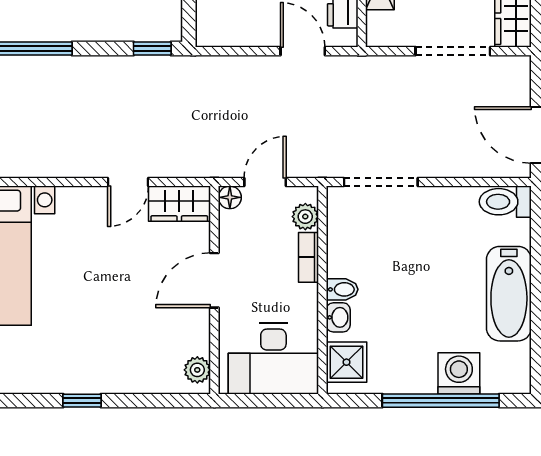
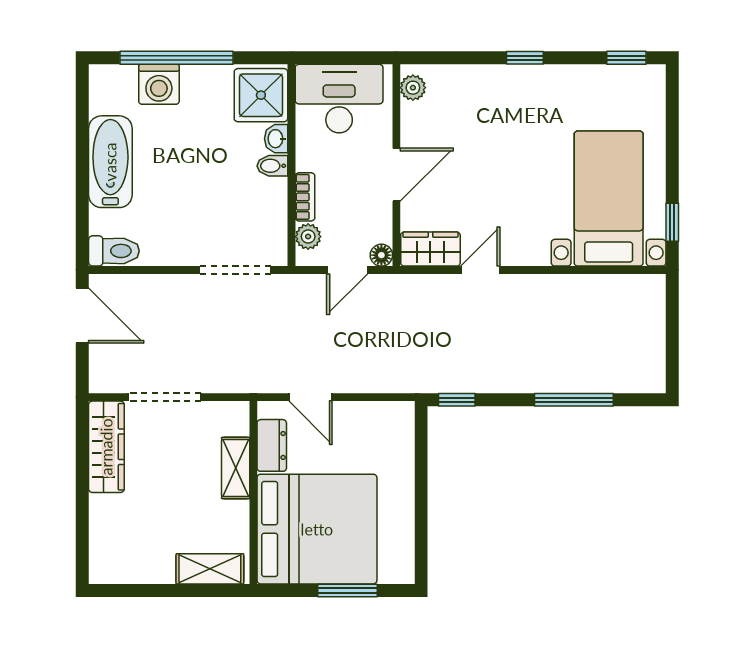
shower: (347, 362) -> (261, 95), width x1.36, depth x1.36

